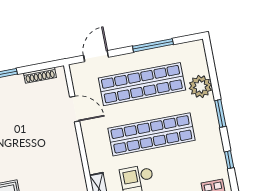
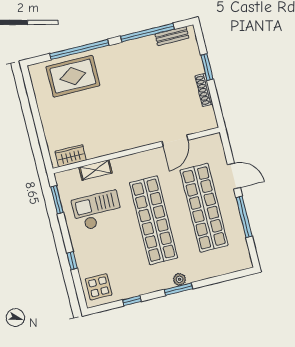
door: (96, 56) -> (234, 176), moved
shoe rack: (40, 75) -> (204, 90), moved
plant: (200, 87) -> (180, 279), moved, width x0.53, depth x0.53

